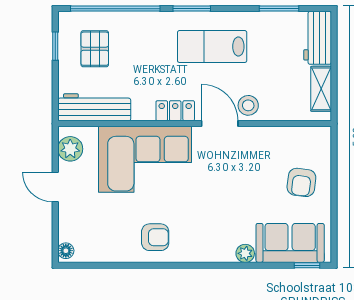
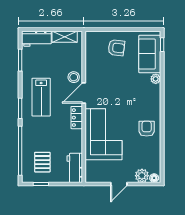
pallet: (95, 49) -> (42, 162), turned 90
workbench: (94, 107) -> (75, 168), width x0.73
plant: (70, 149) -> (142, 176), moved

